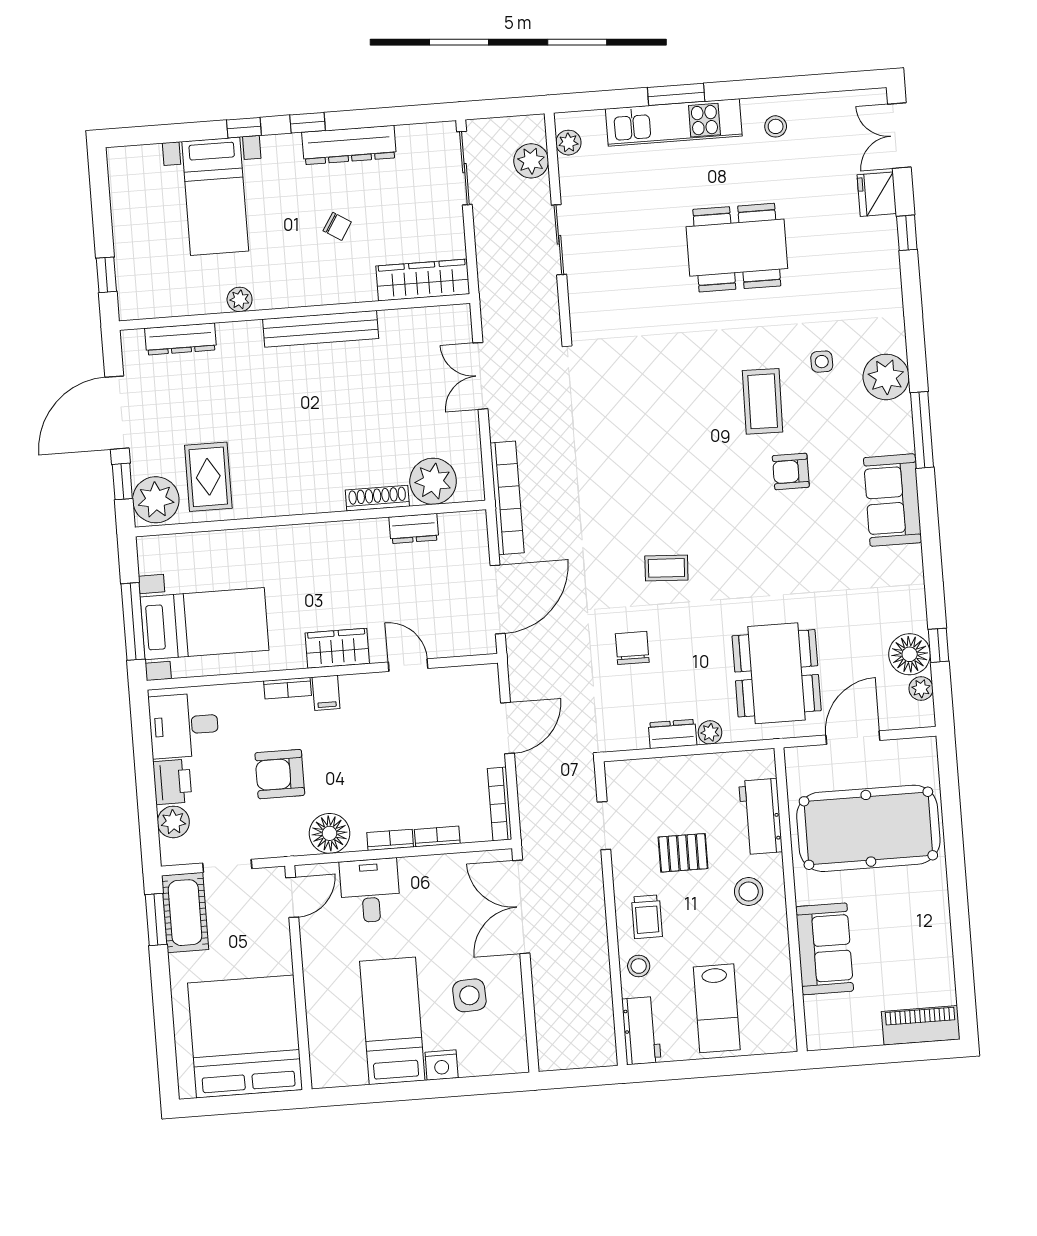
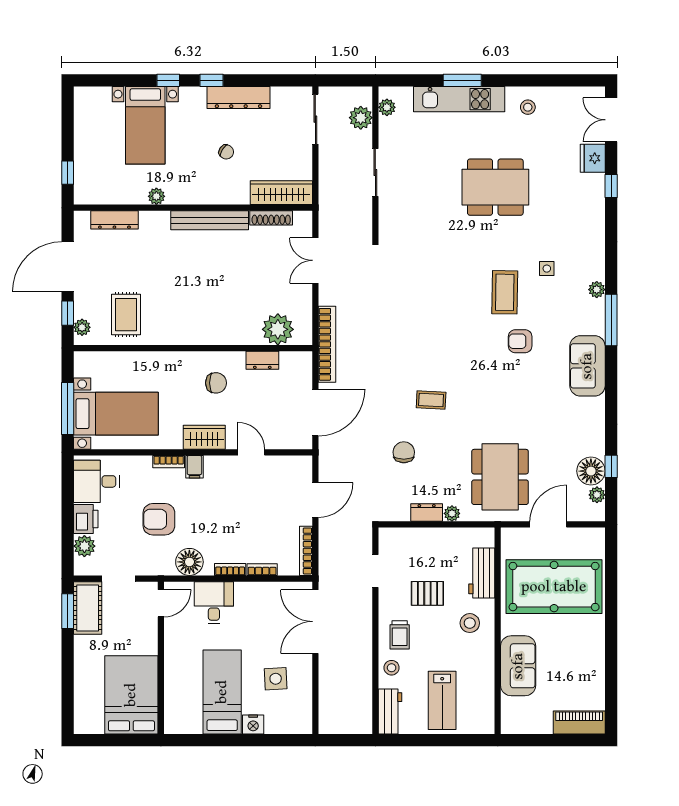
plant: (886, 377) -> (597, 290), width x0.53, depth x0.53
shoe rack: (377, 498) -> (271, 218), moved, turned 180
plant: (156, 500) -> (82, 327), width x0.53, depth x0.53
chair: (348, 567) -> (216, 383), added
bed: (245, 1036) -> (131, 695), width x0.73

